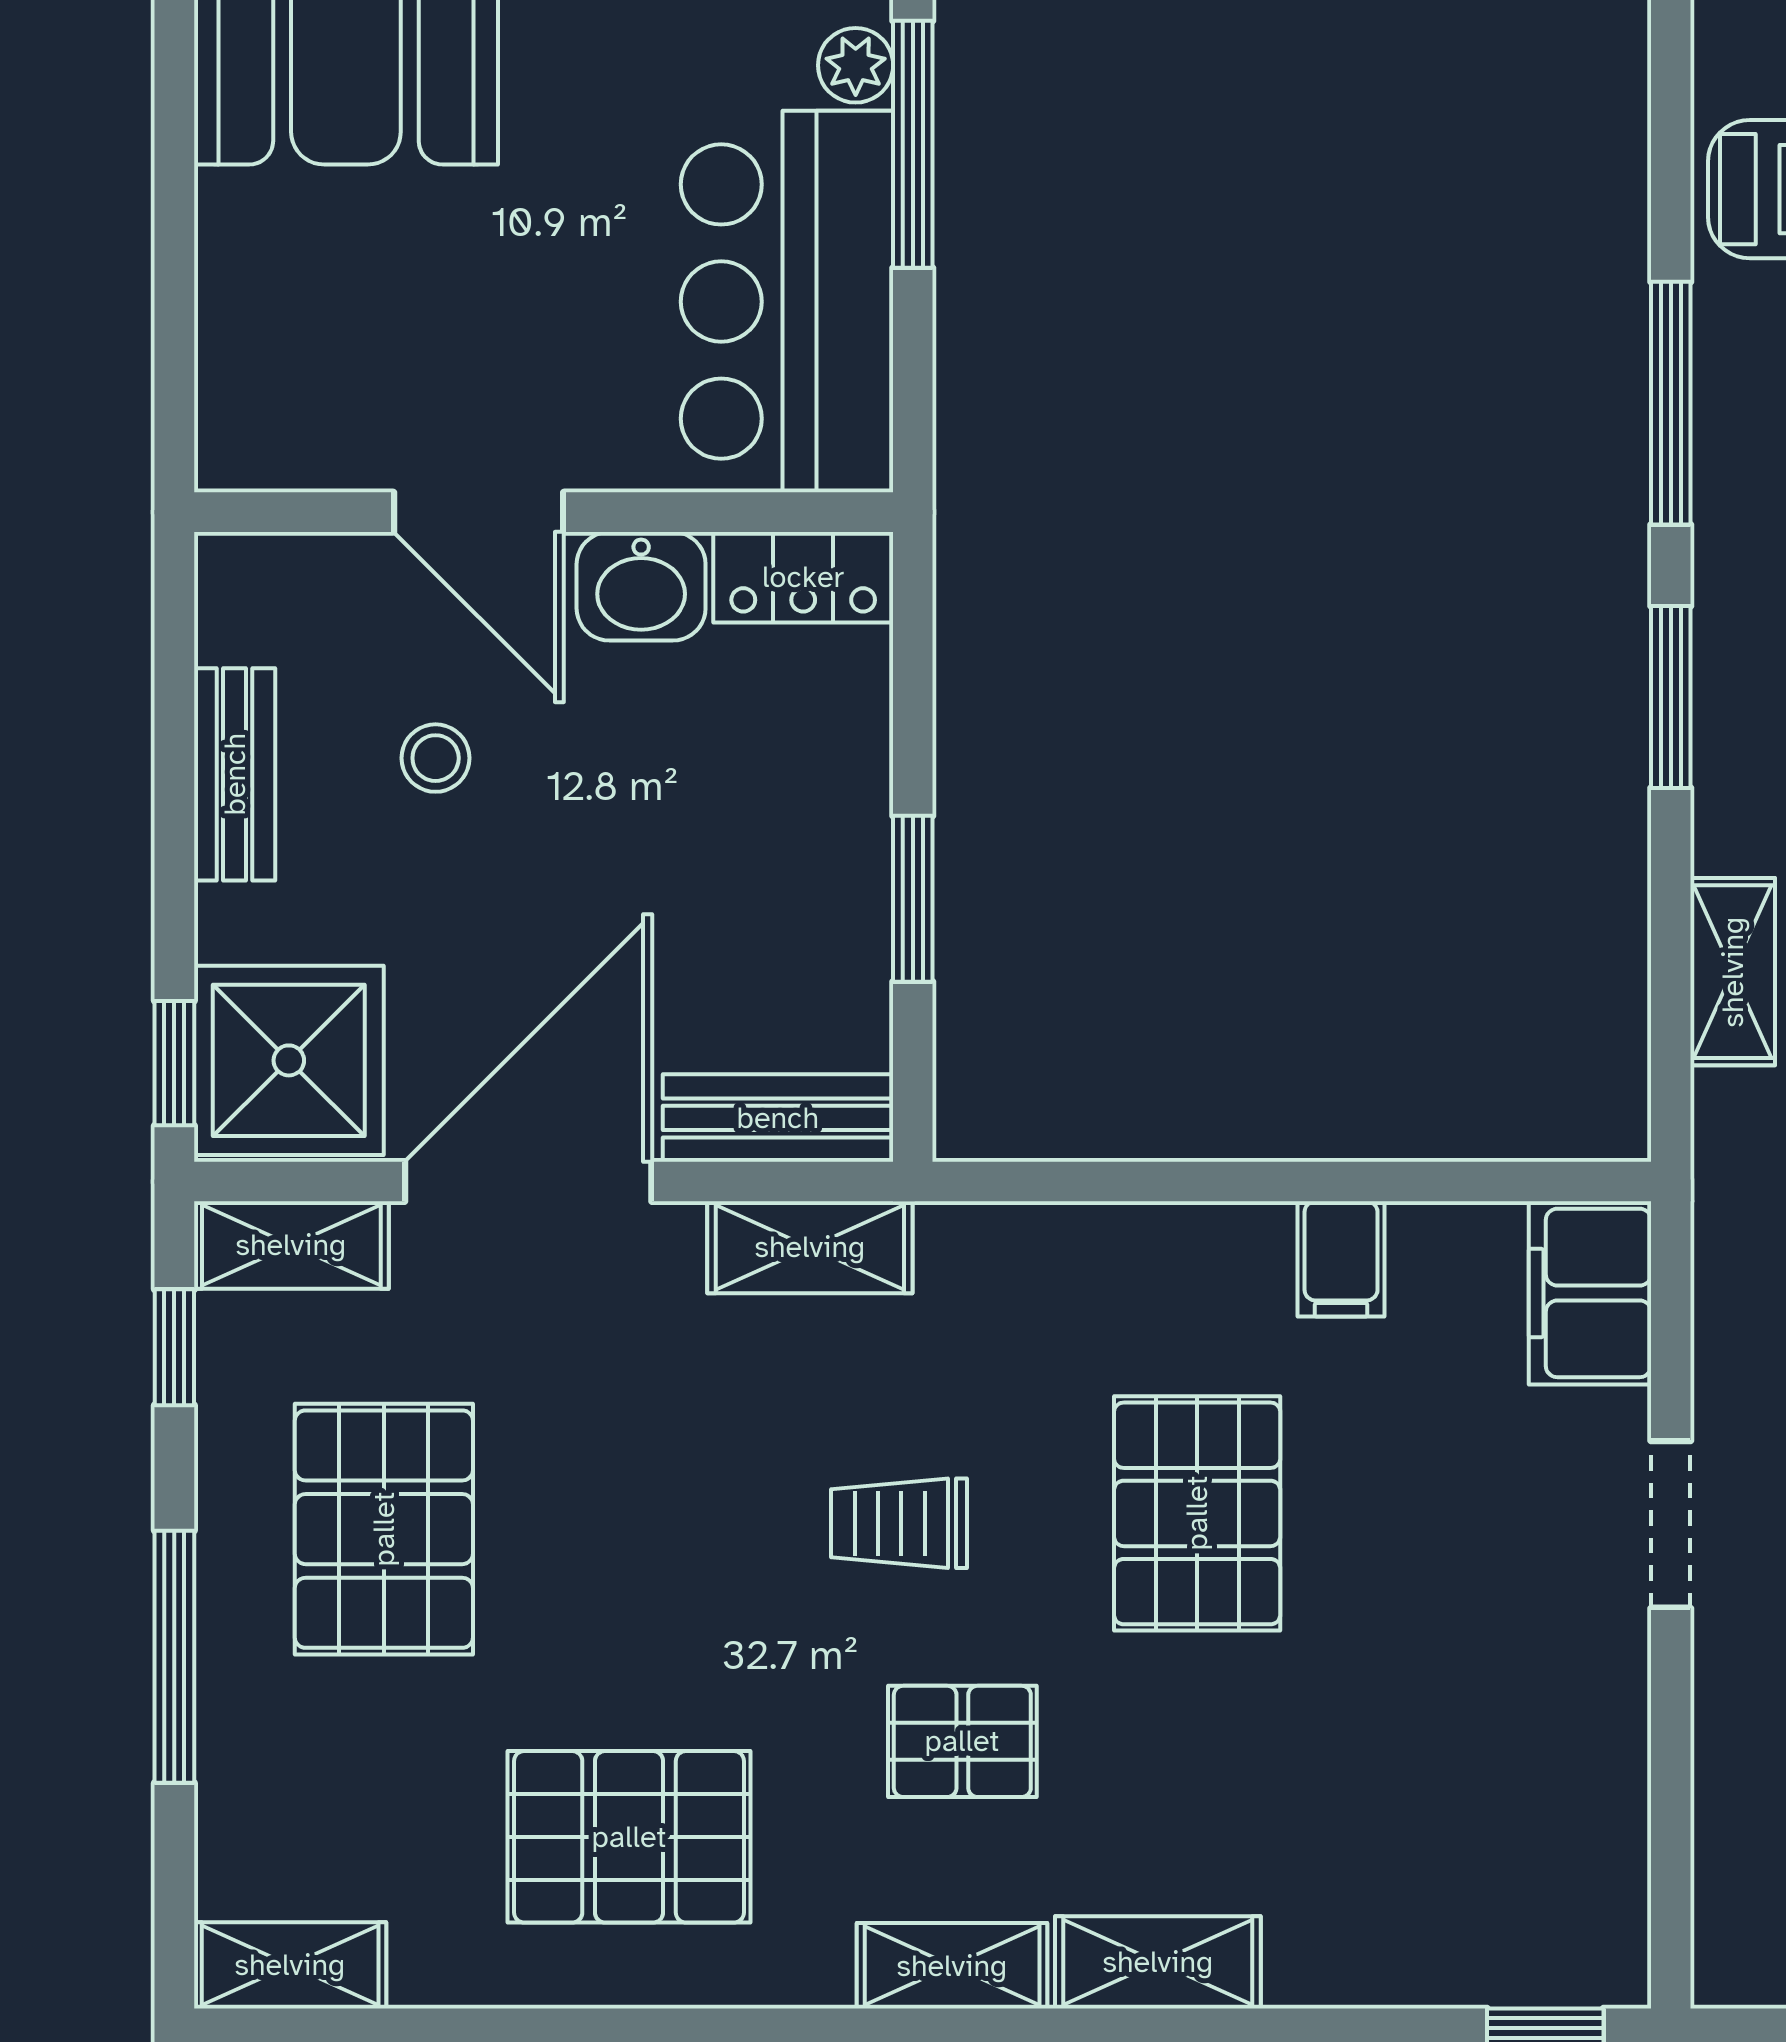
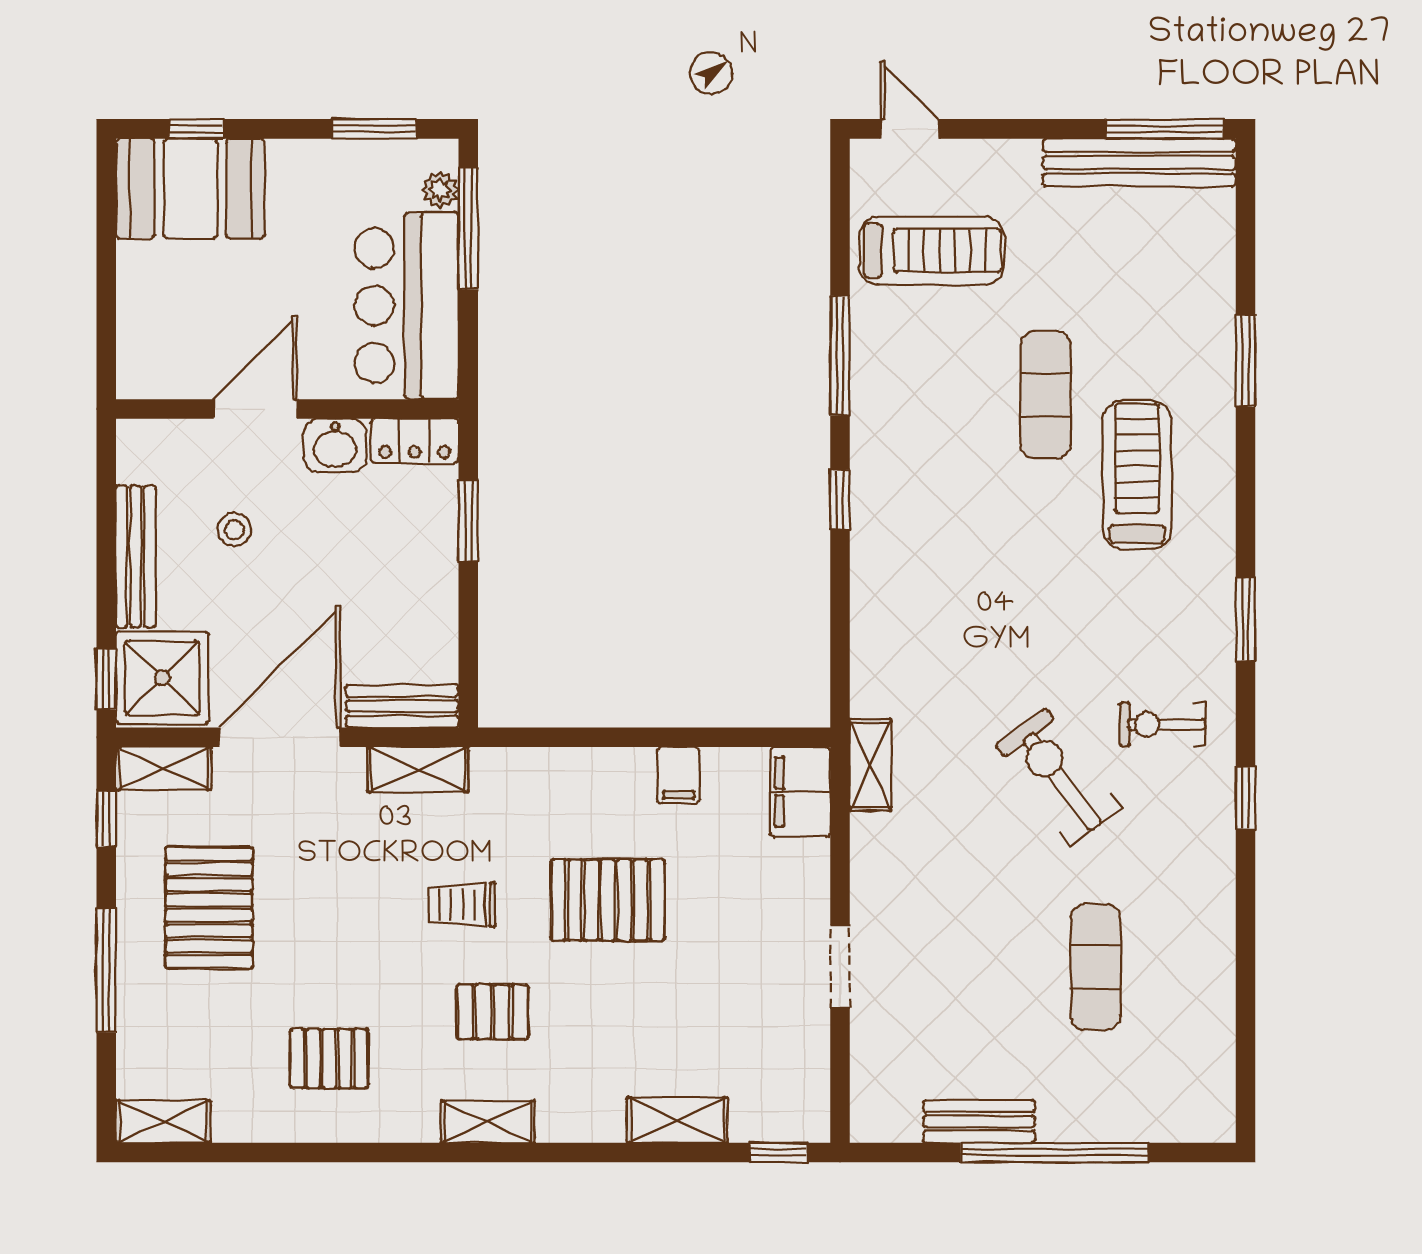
door: (479, 512) -> (255, 409), swing flipped
window: (1671, 697) -> (840, 500), width x0.67
bench: (235, 774) -> (136, 556), width x1.36
window: (913, 899) -> (468, 521), moved
shelving: (1733, 972) -> (870, 765), moved
pallet: (1197, 1513) -> (608, 900), turned 90
doorway: (1671, 1524) -> (840, 966), moved
pallet: (629, 1837) -> (329, 1059), width x0.67, depth x0.71
shelving: (1158, 1962) -> (677, 1120), moved

